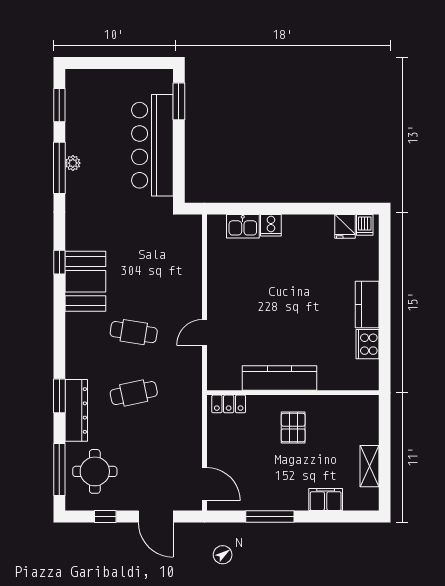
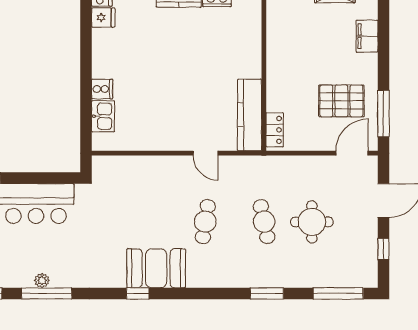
kitchen counter: (280, 378) -> (250, 115), moved
dresser: (76, 410) -> (281, 277), removed
pallet: (293, 428) -> (341, 101), moved, width x1.50, depth x1.42
round table: (95, 471) -> (312, 222), moved
window: (270, 516) -> (383, 114), moved

